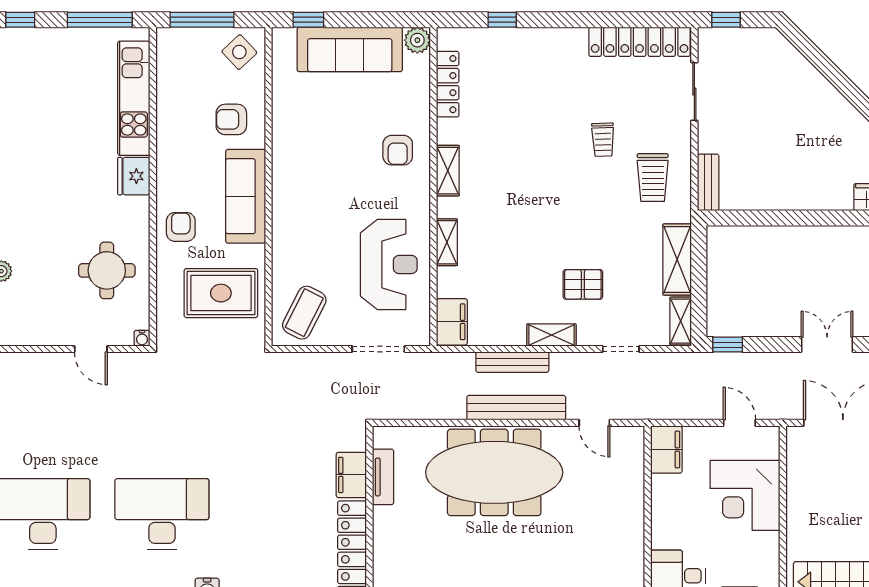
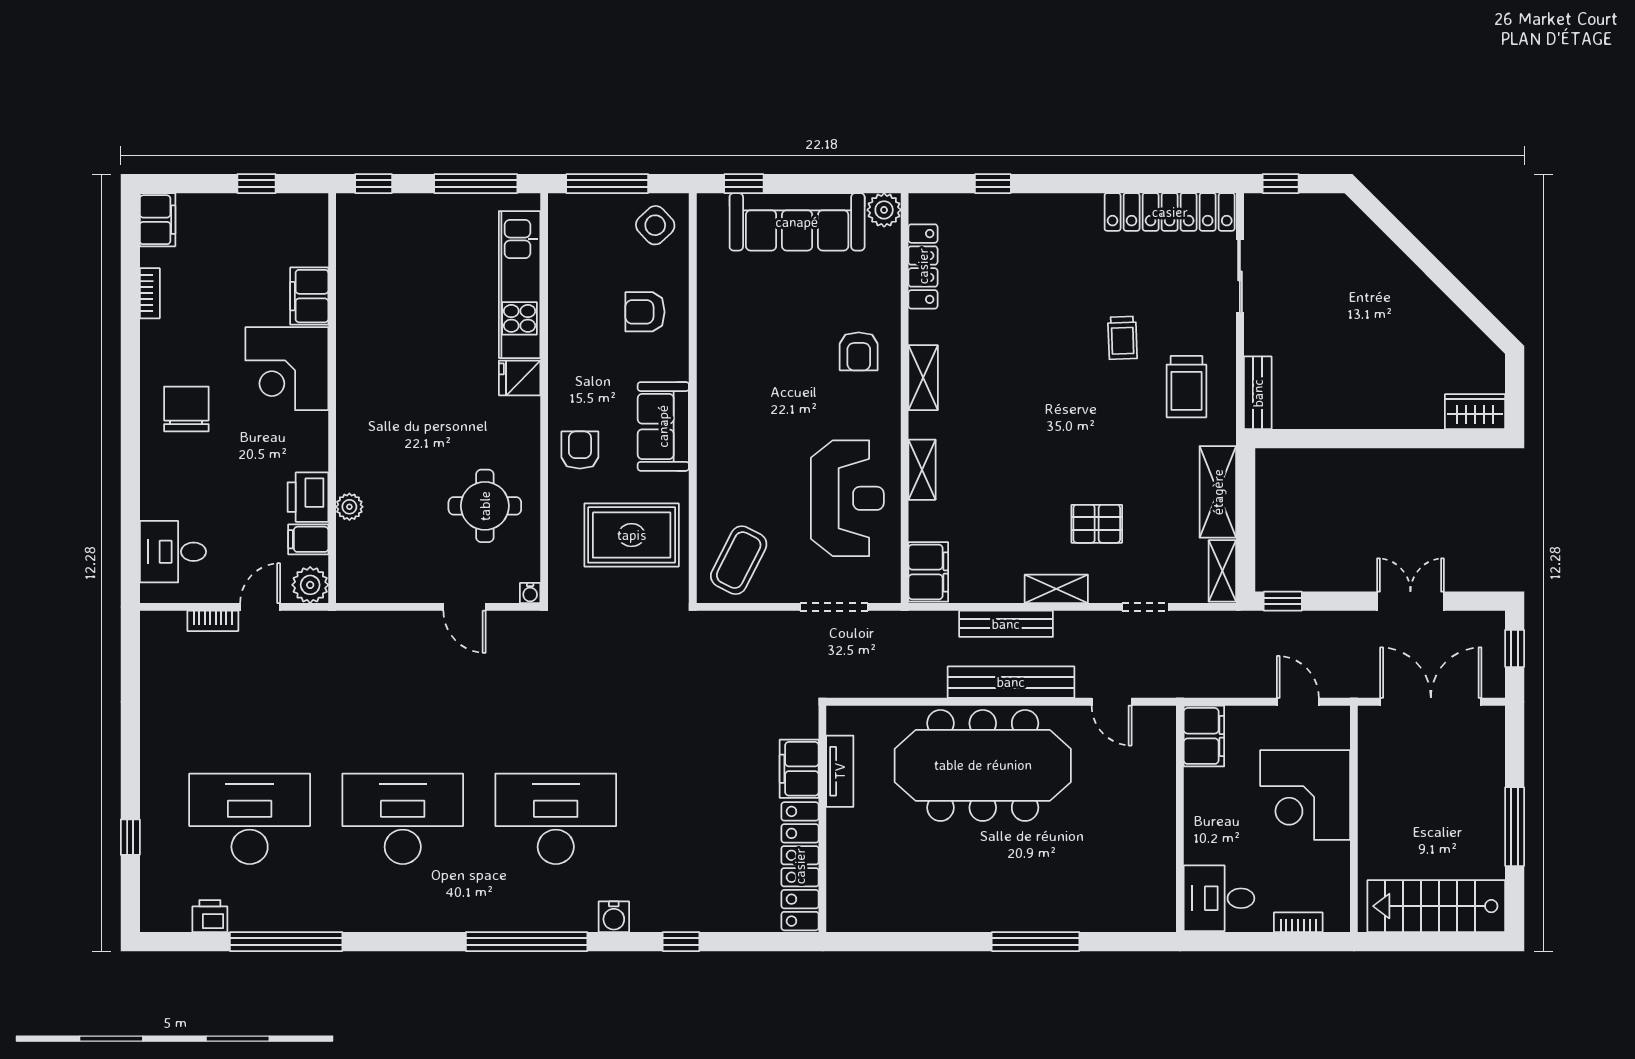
fridge: (134, 176) -> (520, 378), width x0.72
sofa: (246, 196) -> (663, 426), width x0.73

